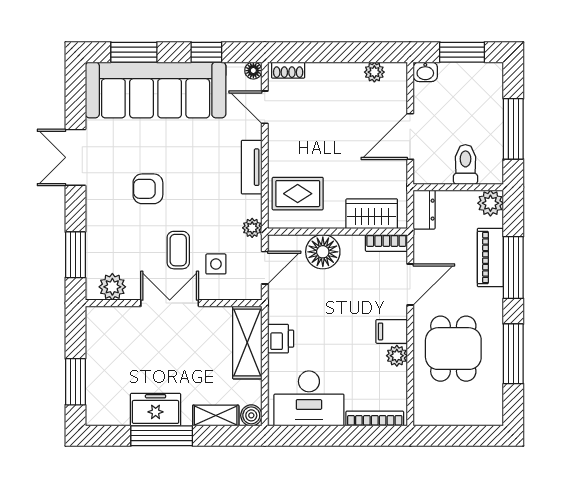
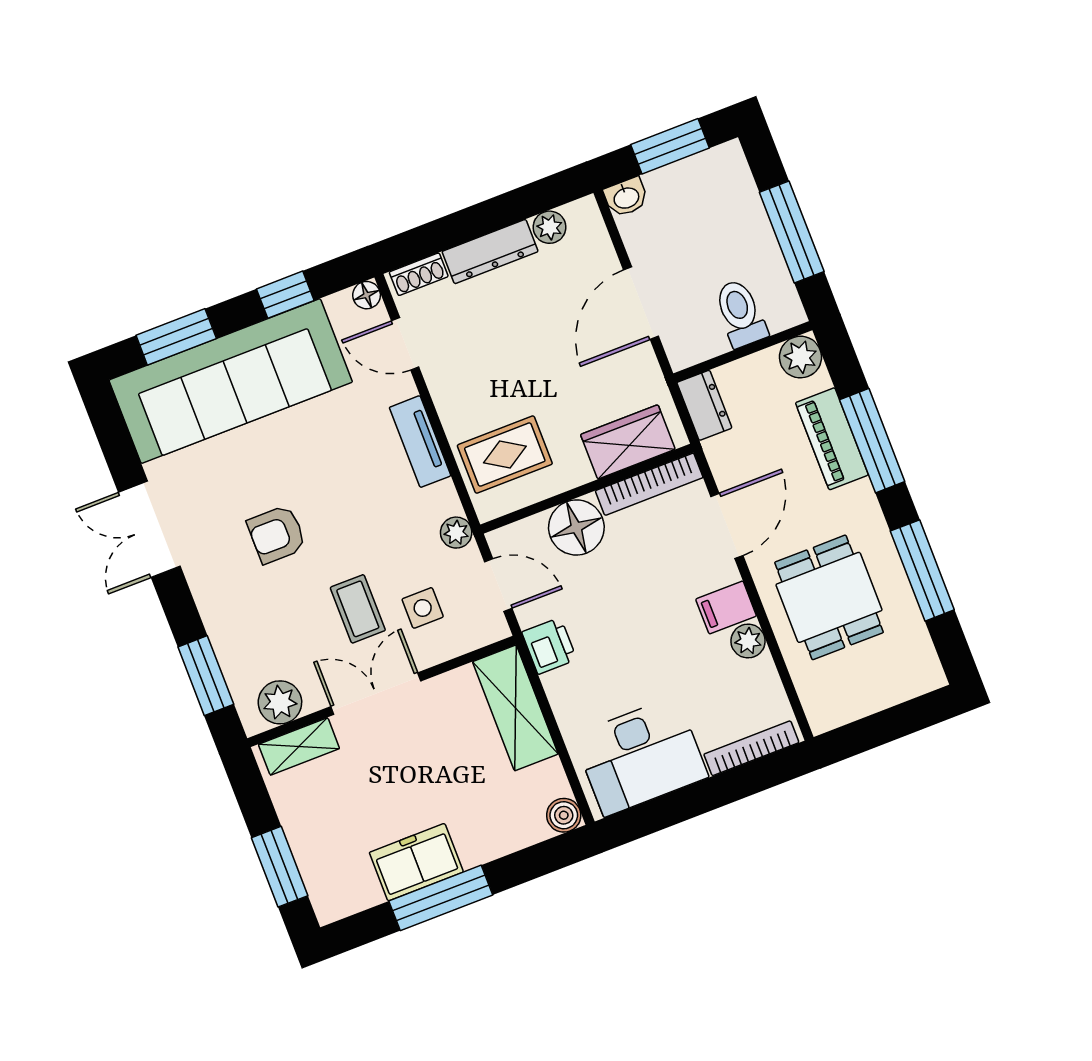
dresser: (334, 73) -> (490, 252), added
bookcase: (386, 243) -> (649, 484), width x1.56
door: (265, 268) -> (498, 585), hinge flipped
printer: (281, 339) -> (549, 646), moved
shelving: (216, 416) -> (299, 746), moved

